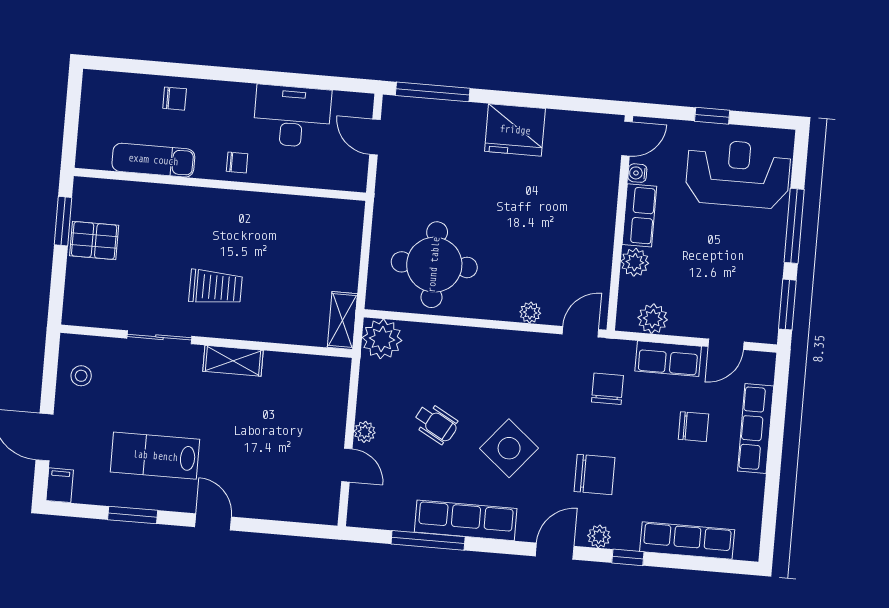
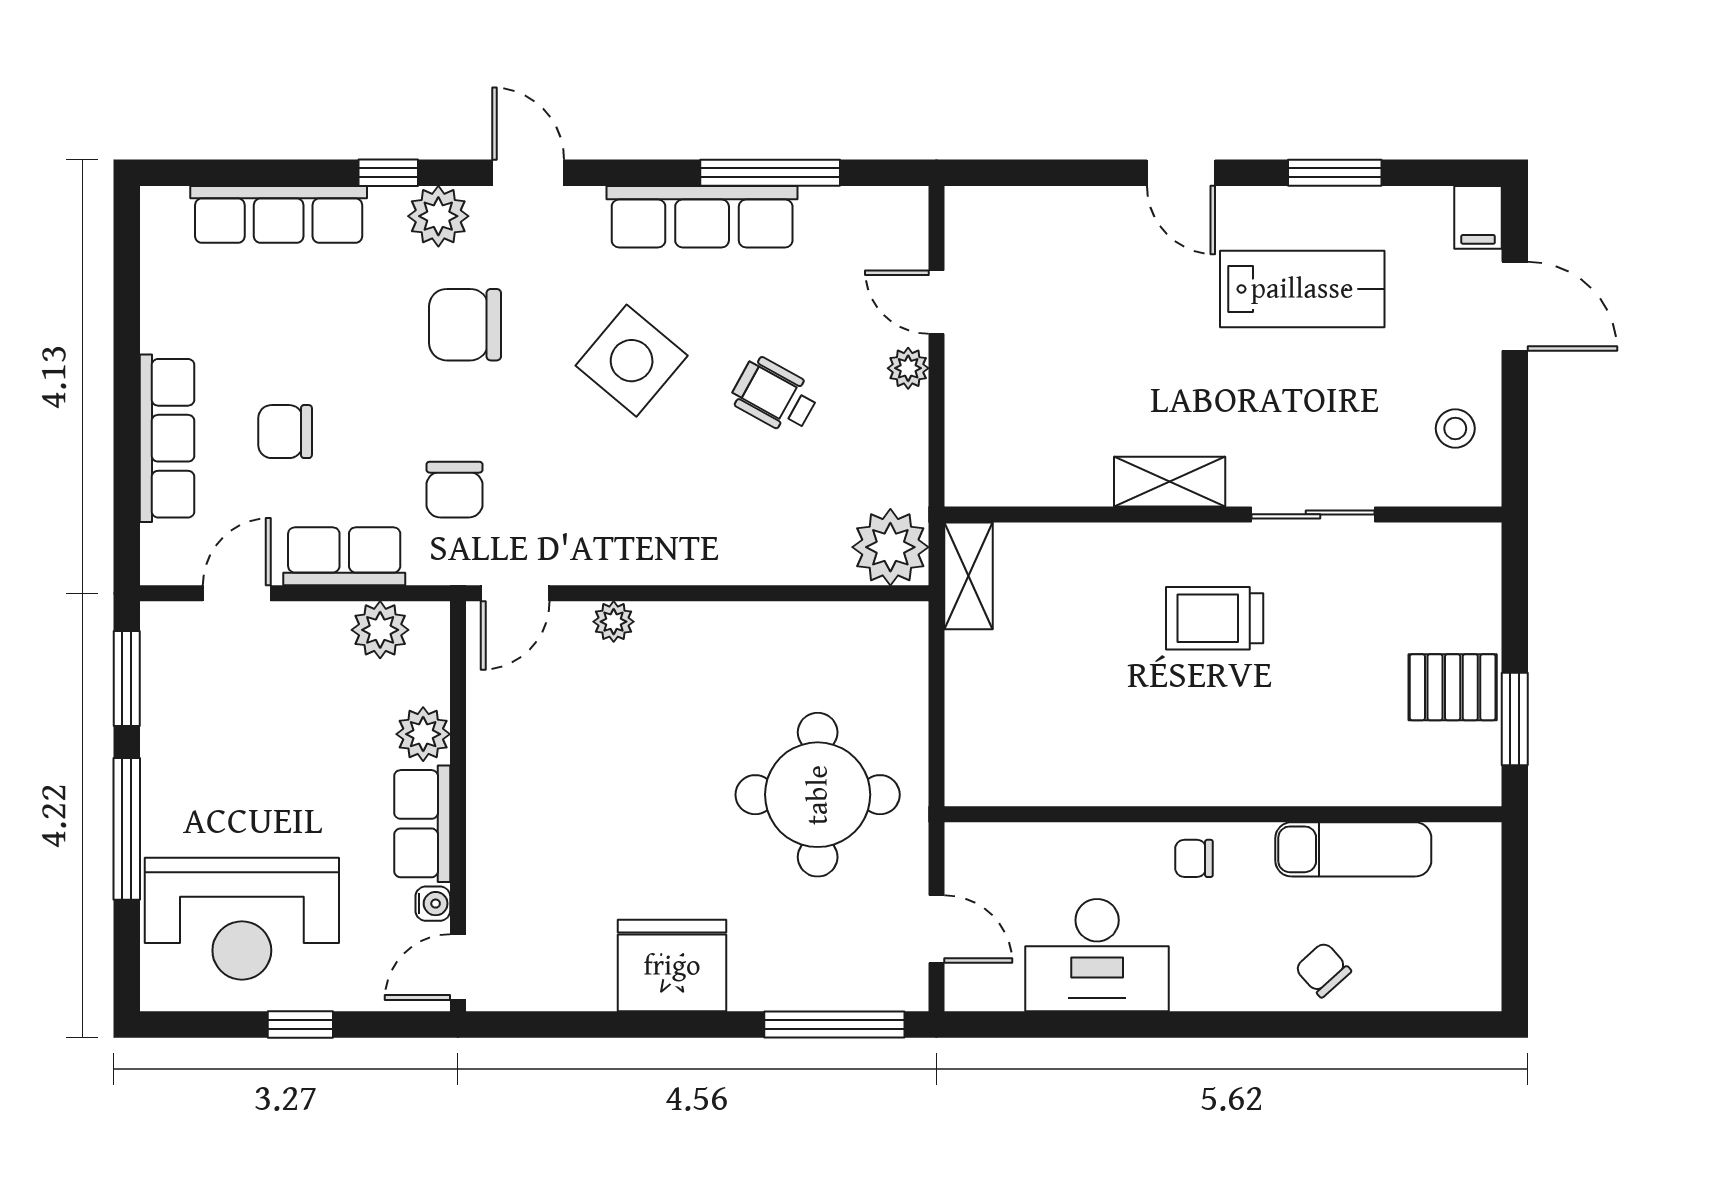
chair: (175, 99) -> (1323, 970), turned 48
round table: (434, 265) -> (818, 795), moved
plant: (599, 536) -> (438, 216), width x1.38, depth x1.38
door: (555, 551) -> (528, 173), swing flipped

